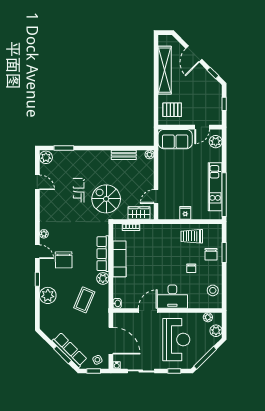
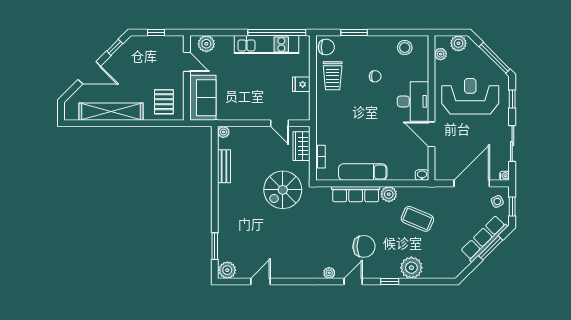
chair: (211, 254) -> (326, 47), moved

